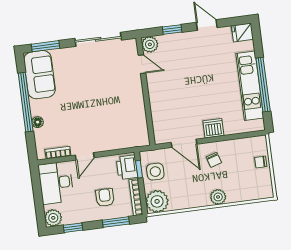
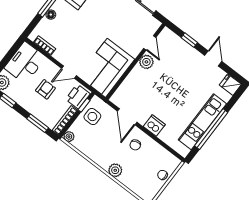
plant: (150, 44) -> (146, 62), moved
corner sofa: (127, 120) -> (106, 68), added
door: (85, 156) -> (69, 72), moved
armchair: (105, 198) -> (45, 89), moved
plant: (157, 201) -> (69, 137), width x0.53, depth x0.53

